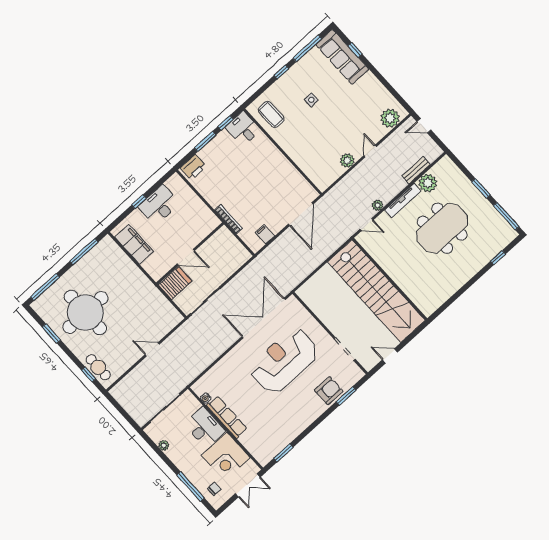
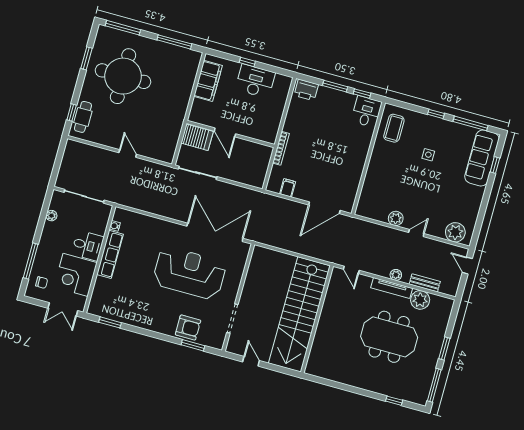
plant: (378, 205) -> (396, 275), moved
desk: (205, 428) -> (88, 246), width x0.73

